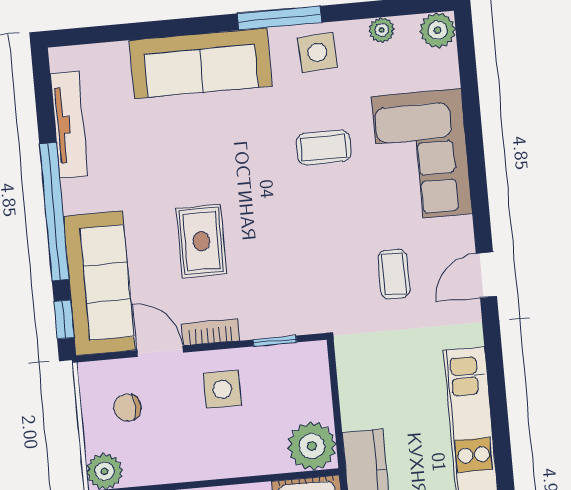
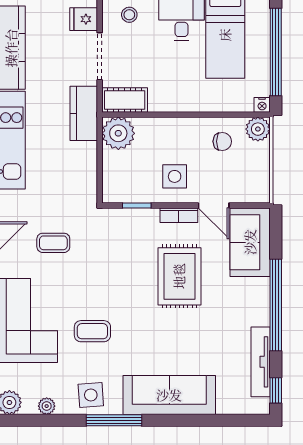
rug: (201, 241) -> (179, 276), width x1.36, depth x1.43
coffee table: (394, 274) -> (53, 243), turned 90
sofa: (99, 283) -> (250, 242), width x0.73
window: (64, 319) -> (276, 390), moved
chair: (127, 407) -> (222, 141), moved

